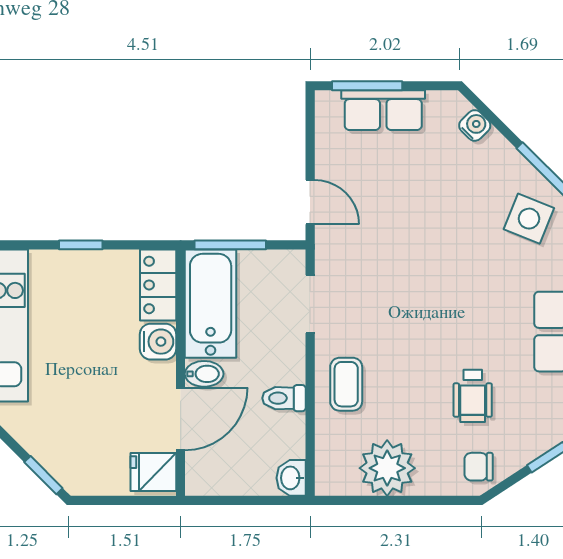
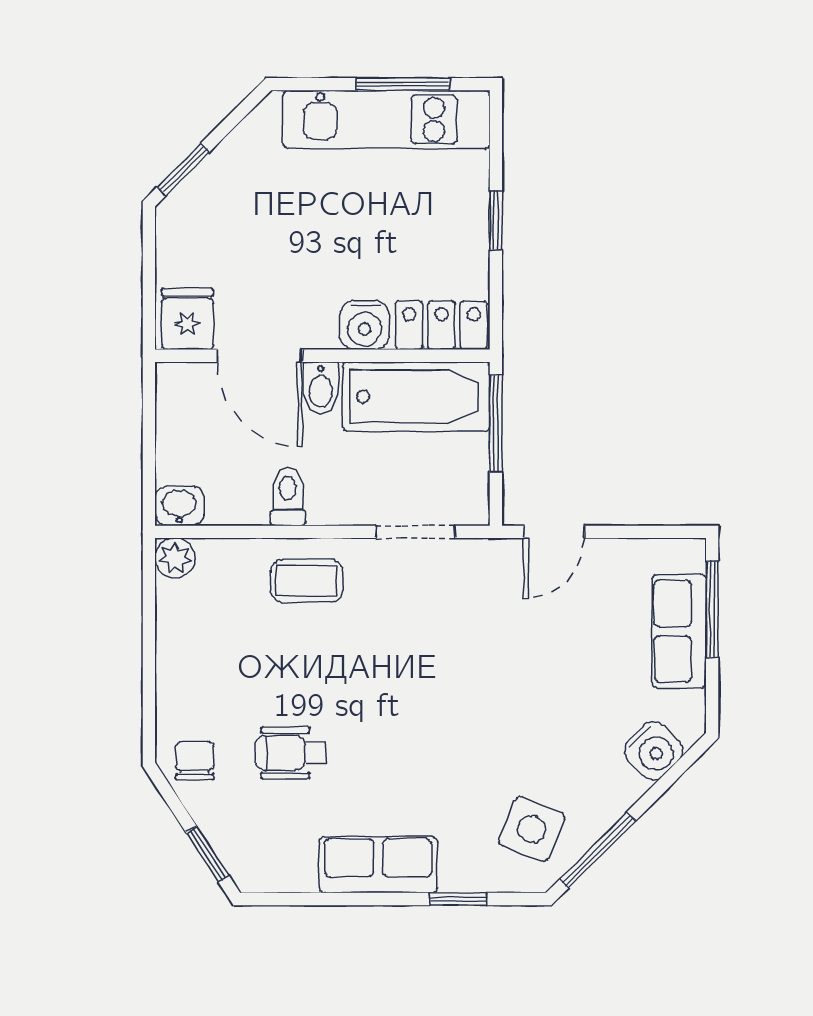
water cooler: (475, 125) -> (653, 751), width x1.38, depth x1.38
plant: (387, 468) -> (175, 558), moved, width x0.53, depth x0.53

